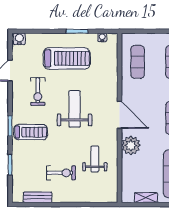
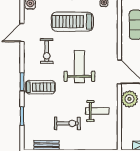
treadmill: (67, 58) -> (72, 22), turned 180
weight bench: (95, 159) -> (97, 111), turned 90

